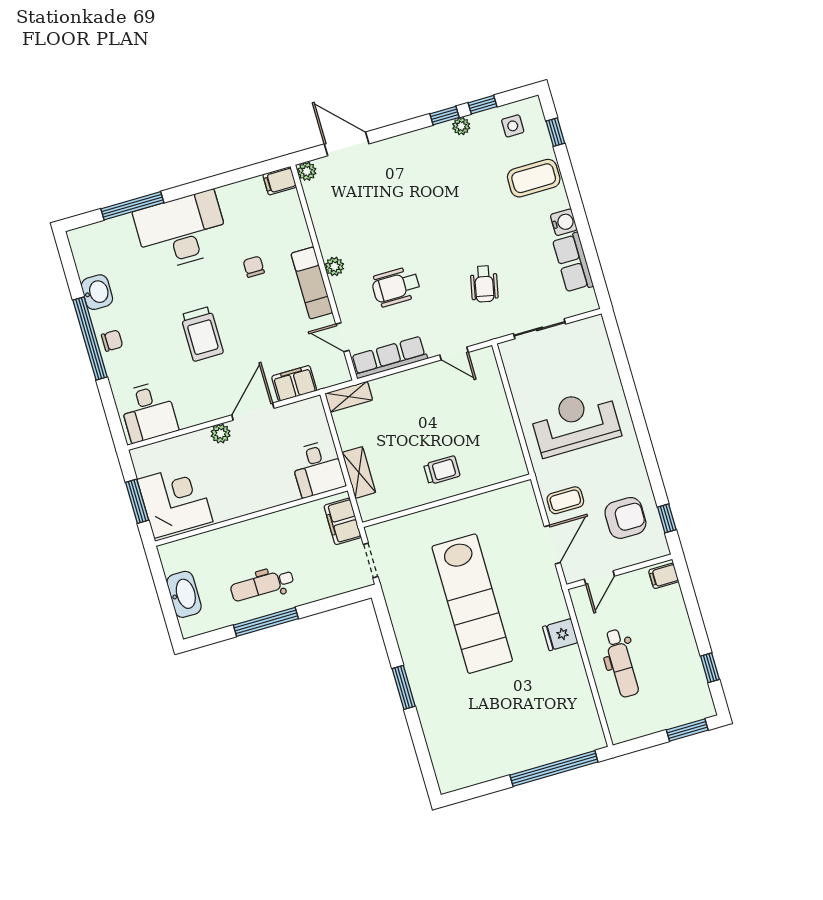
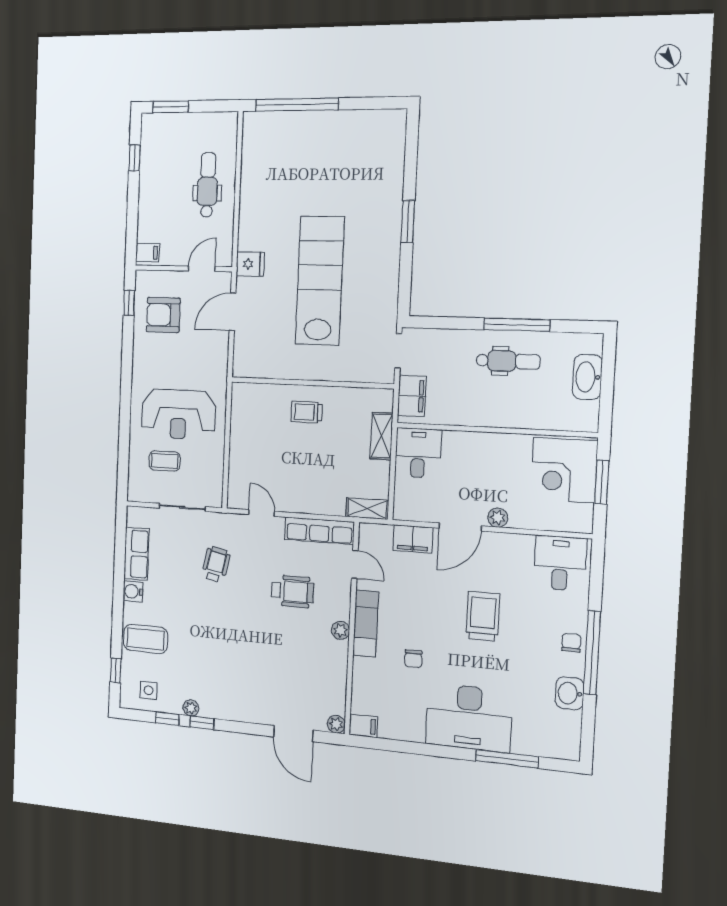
chair: (112, 341) -> (571, 643), turned 90
coffee table: (565, 500) -> (165, 461), moved
fridge: (560, 635) -> (250, 264), moved

